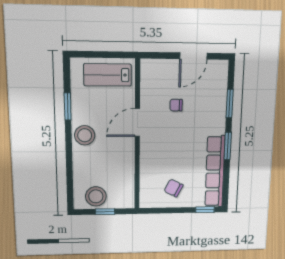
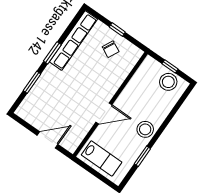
door: (193, 56) -> (48, 140), moved
chair: (176, 105) -> (70, 107), removed
window: (205, 210) -> (117, 30), moved

